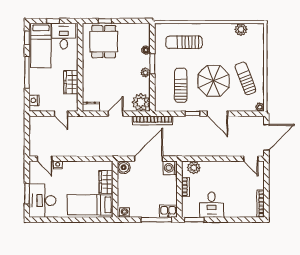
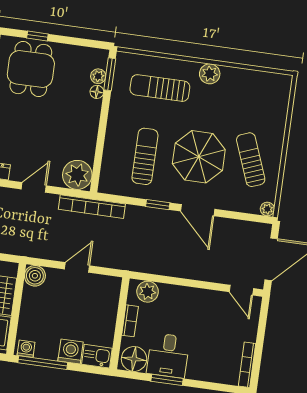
plant: (241, 29) -> (210, 74), moved
window: (152, 64) -> (110, 74), moved
plant: (145, 73) -> (98, 76), moved
door: (149, 159) -> (77, 267), width x0.53
washing machine: (170, 168) -> (71, 352), moved, turned 90
floor lamp: (191, 210) -> (134, 359), added
window: (156, 220) -> (43, 363), moved
window: (194, 220) -> (167, 380), moved

